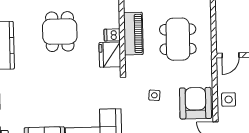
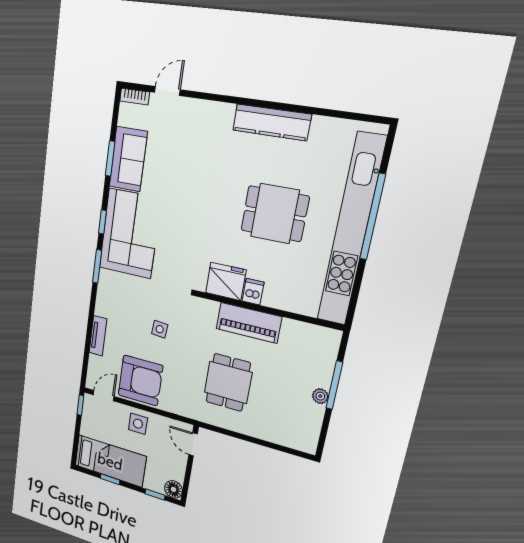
dining table: (178, 39) -> (228, 382), width x0.73

